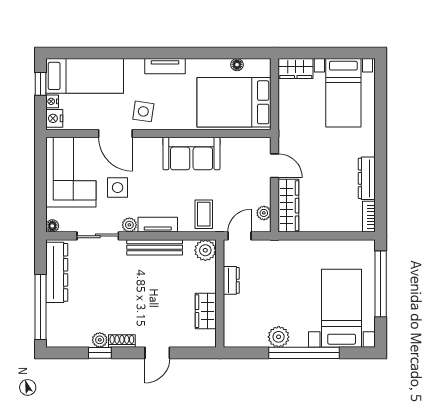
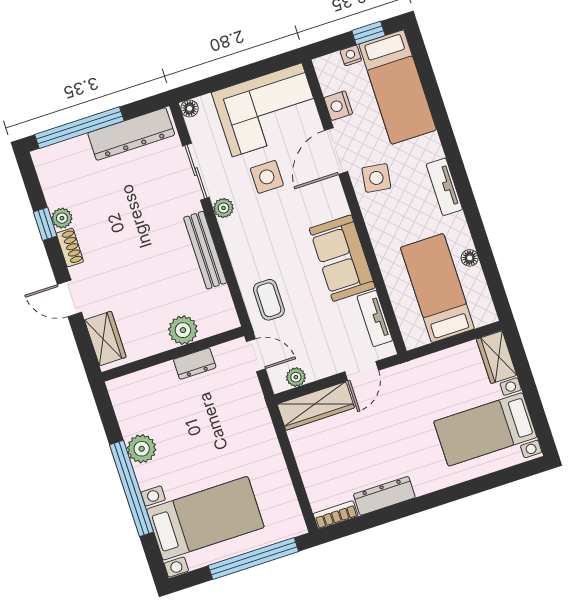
floor lamp: (237, 65) -> (470, 258), moved
bed: (234, 102) -> (437, 288), width x0.67
nightstand: (54, 118) -> (338, 106), moved, turned -90
coffee table: (204, 214) -> (269, 300), turned 90
tv unit: (158, 225) -> (375, 318), moved, turned 180
plant: (205, 250) -> (183, 330), moved
wardrobe: (206, 311) -> (105, 338), moved, turned 90

